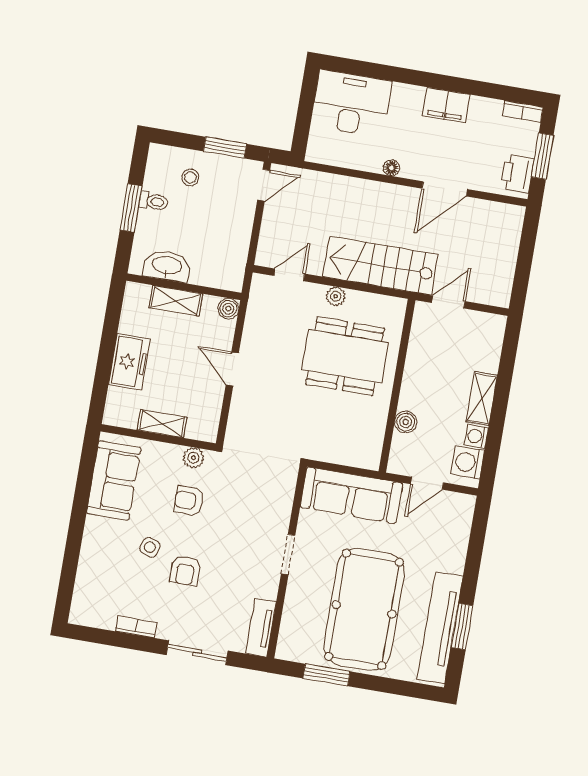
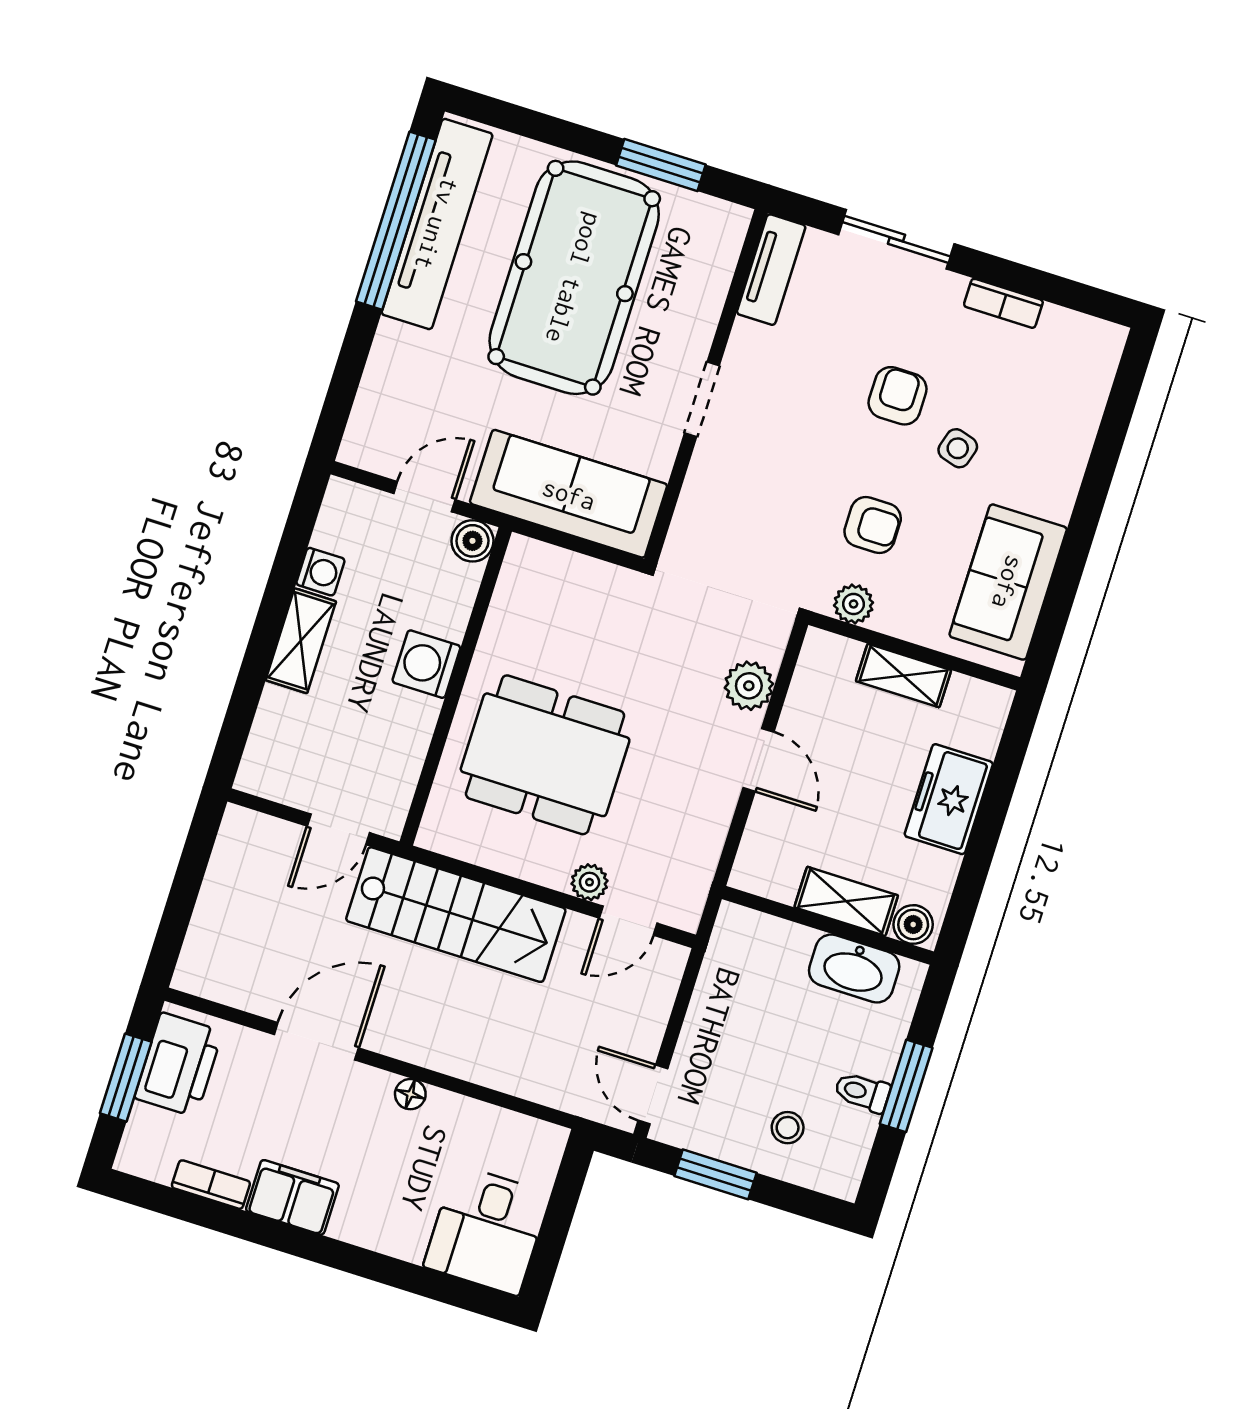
desk: (351, 103) -> (487, 1230), width x0.73
bookcase: (523, 111) -> (211, 1185), moved
printer: (517, 174) -> (179, 1065), width x1.37, depth x1.19
door: (264, 185) -> (653, 1094), hinge flipped
plant: (336, 296) -> (589, 882), moved
boiler: (228, 309) -> (913, 924), moved
plant: (243, 407) -> (749, 686), added
boiler: (406, 422) -> (472, 541), moved
washing machine: (468, 462) -> (426, 664), moved, turned 180
window: (462, 627) -> (396, 221), width x2.11

